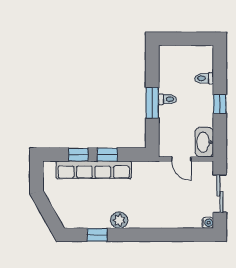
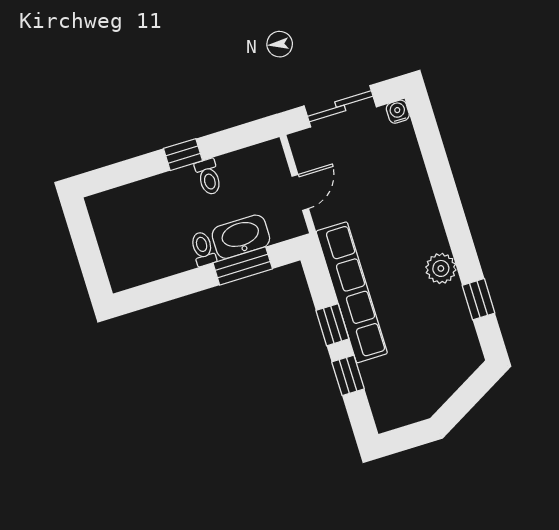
toilet: (204, 78) -> (208, 177), moved
window: (152, 103) -> (243, 266), moved
washbasin: (204, 142) -> (241, 237), moved, turned 180
row of seats: (94, 170) -> (352, 292), moved

